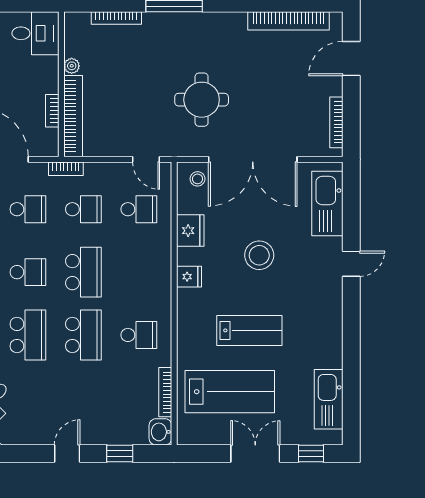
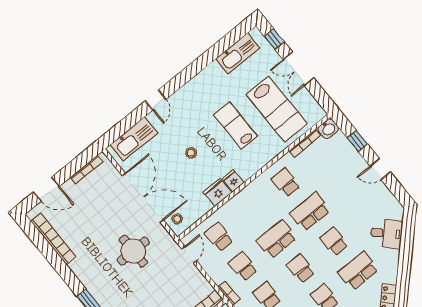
fridge: (190, 231) -> (218, 192), moved
stool: (259, 255) -> (191, 153), width x0.53, depth x0.53
door: (351, 264) -> (156, 100), swing flipped
school desk: (28, 335) -> (334, 241), width x0.54
lab bench: (230, 392) -> (277, 109), turned 180

